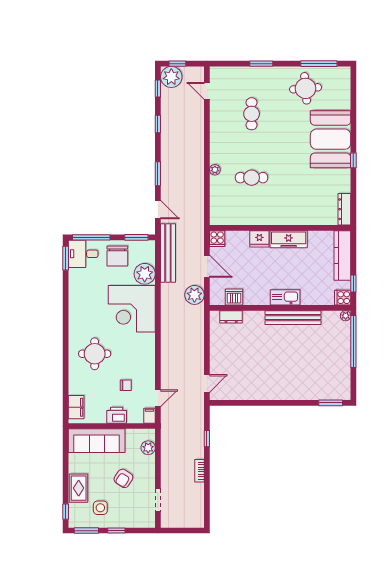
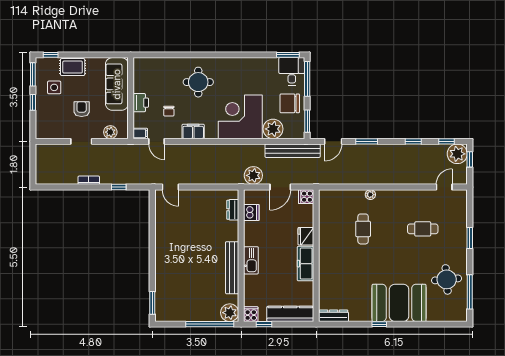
plant: (346, 316) -> (230, 313), width x1.87, depth x1.87
filing cabinet: (76, 407) -> (193, 131), moved, turned 180
armchair: (123, 478) -> (82, 109), turned 57
doorway: (158, 500) -> (81, 141), moved

